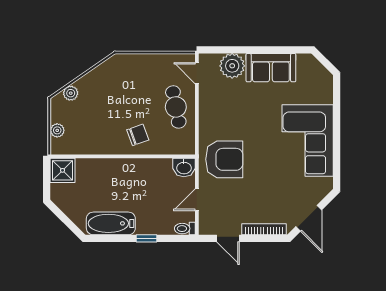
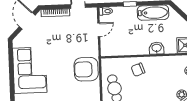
armchair: (224, 159) -> (86, 69), moved
washbasin: (184, 168) -> (157, 48), moved

